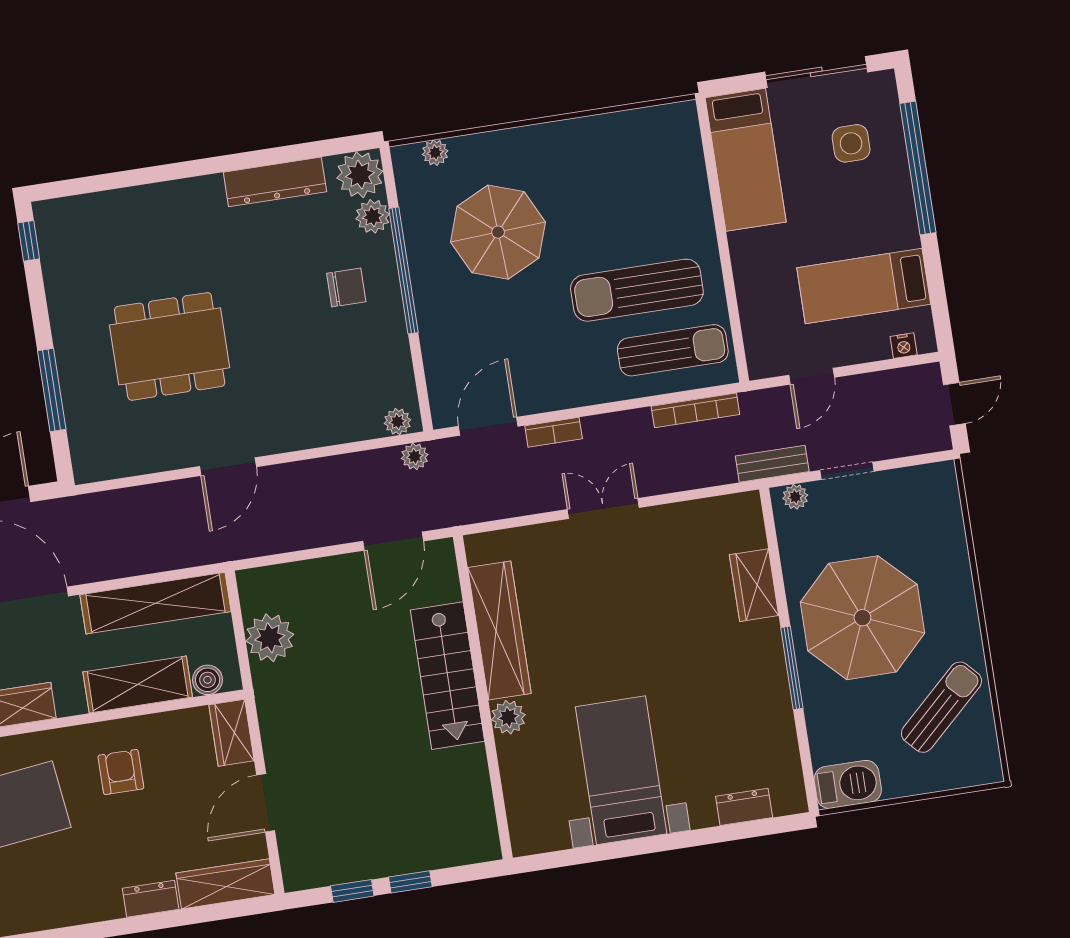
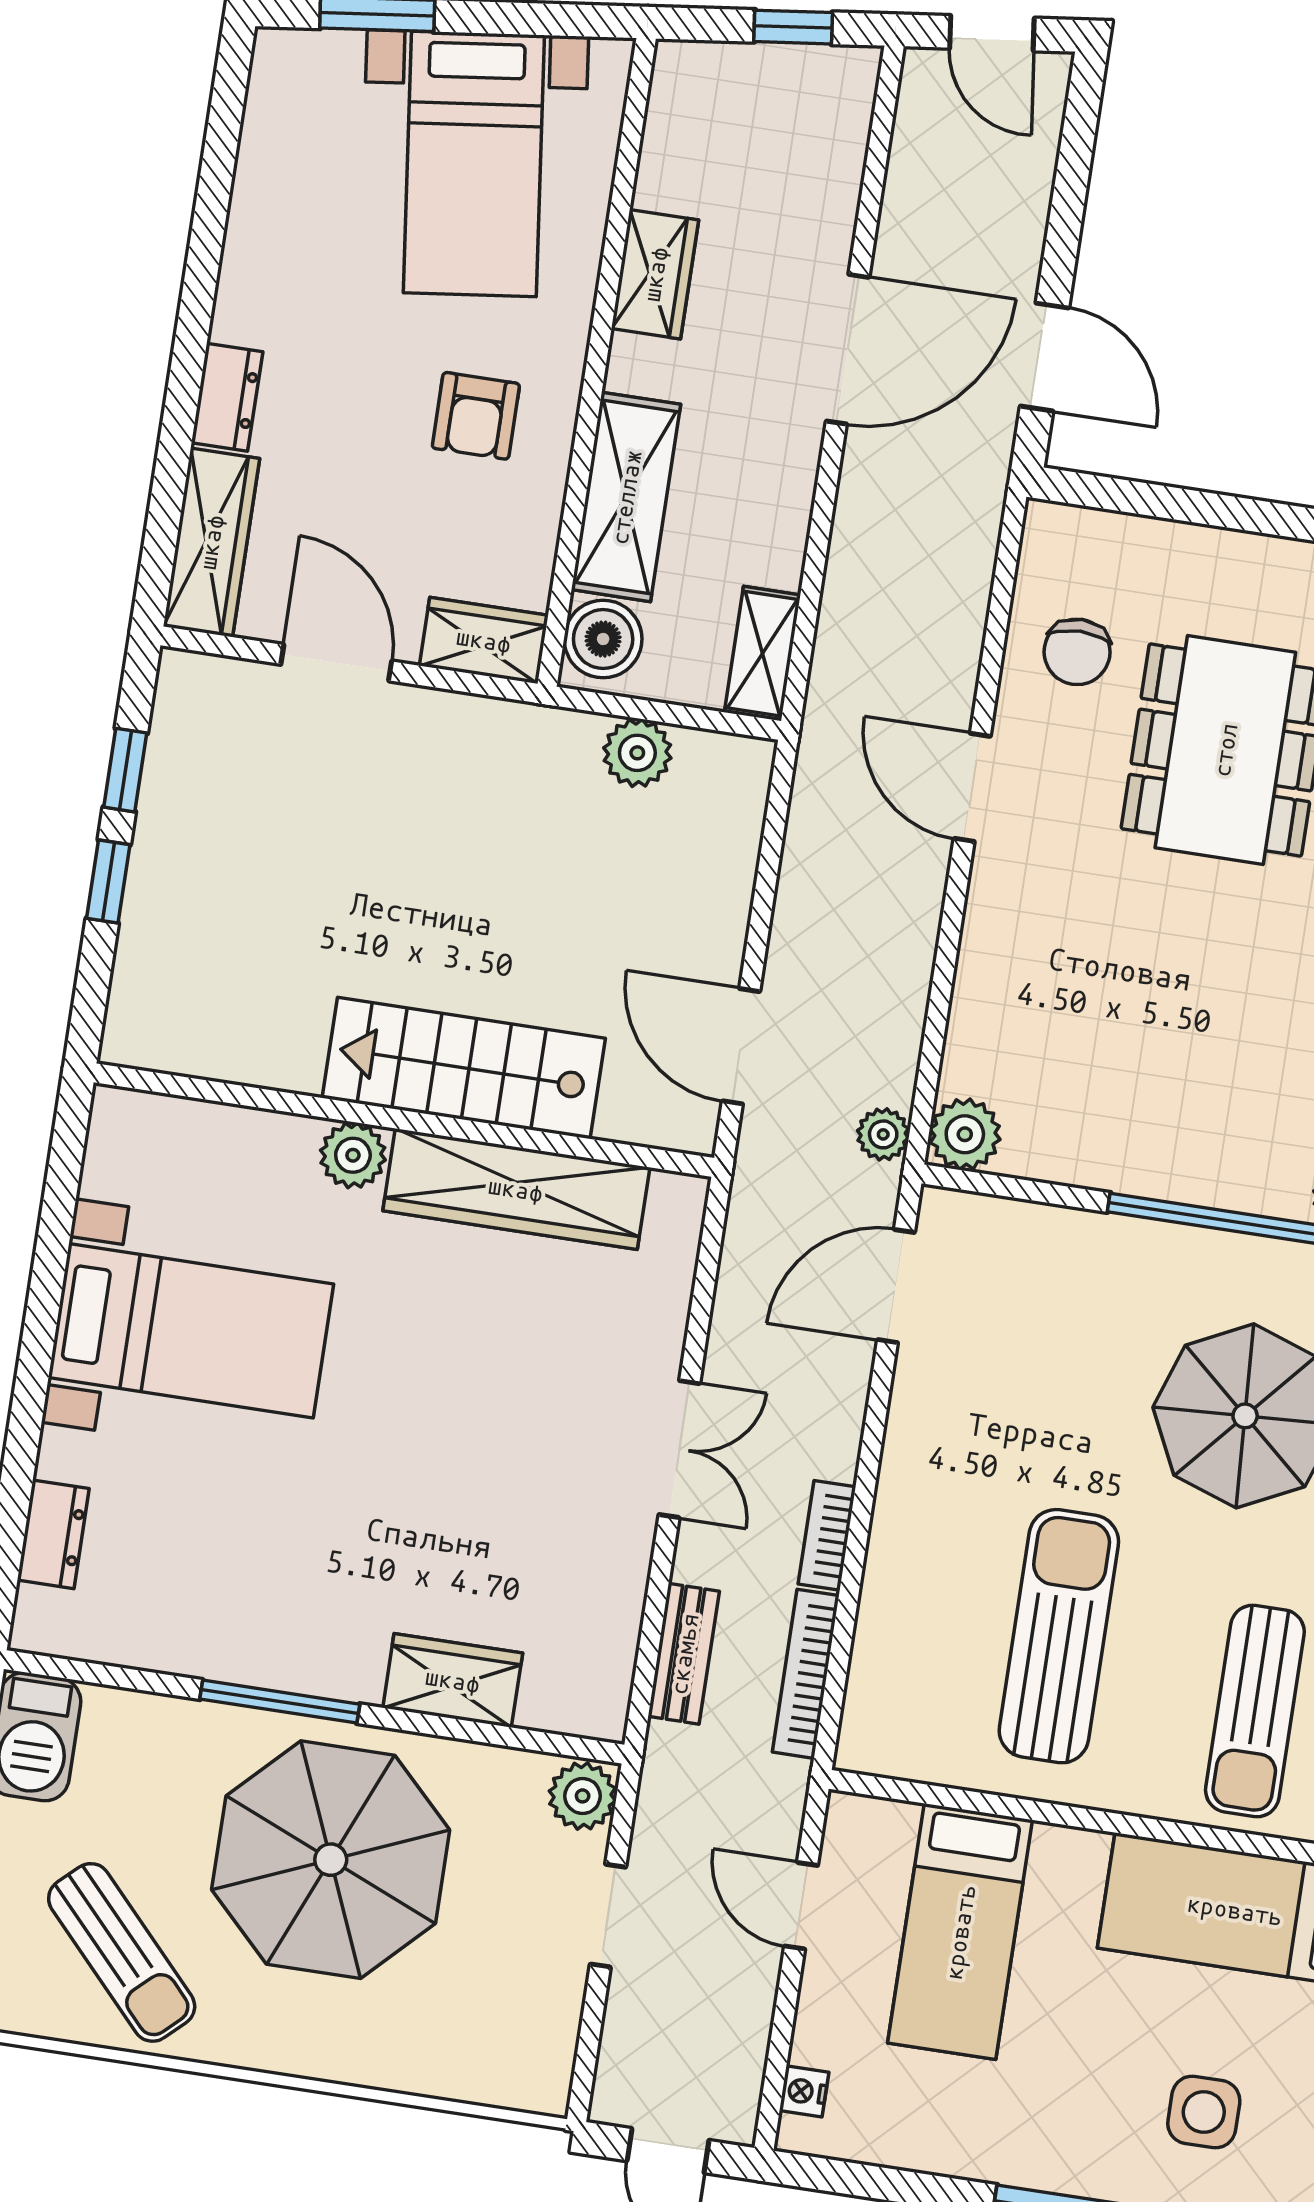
bed: (864, 286) -> (960, 1932), moved, turned 180
chair: (346, 287) -> (1077, 652), moved
sun lounger: (673, 350) -> (1255, 1711), moved
window: (52, 390) -> (1214, 509), removed
plant: (398, 422) -> (965, 1134), width x1.38, depth x1.38
door: (488, 426) -> (896, 1286), swing flipped
bookcase: (554, 432) -> (827, 1535), moved
bench: (772, 464) -> (684, 1654), moved
plant: (795, 497) -> (583, 1796), width x1.38, depth x1.38
shelving: (155, 603) -> (762, 654), width x0.45, depth x0.75
plant: (270, 638) -> (637, 753), width x0.73, depth x0.73
boiler: (208, 680) -> (603, 639), width x1.36, depth x1.36
armchair: (121, 772) -> (476, 416), turned 90

